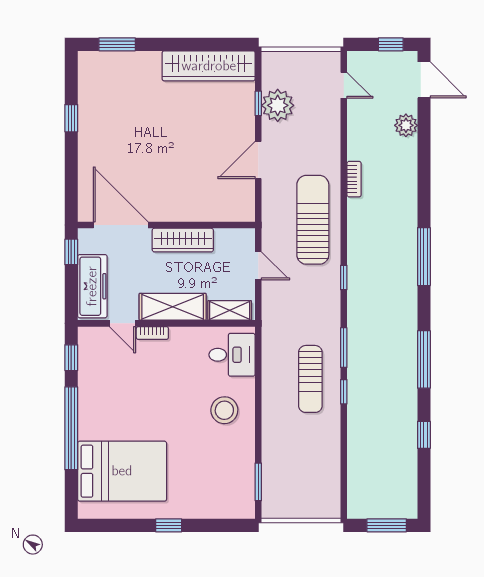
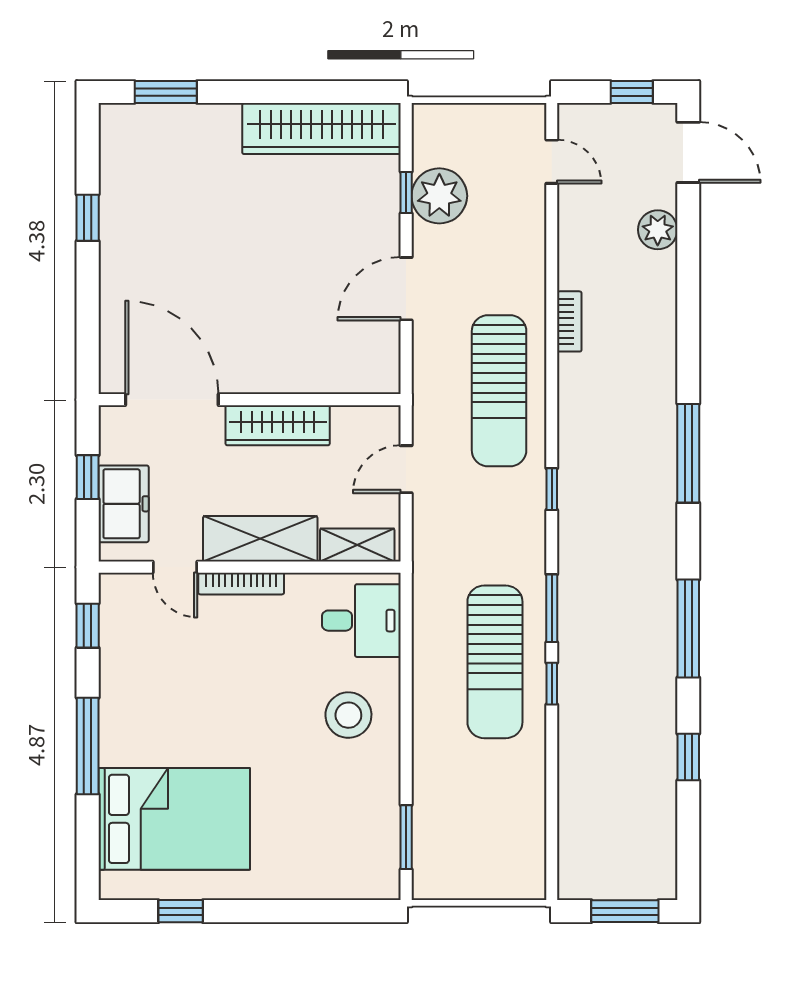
sun lounger: (313, 220) -> (499, 391), turned 180
window: (71, 252) -> (88, 477), moved
door: (258, 266) -> (406, 469), swing flipped
freezer: (92, 286) -> (124, 504), width x0.71
bookcase: (152, 333) -> (241, 584), width x1.56
sun lounger: (310, 379) -> (495, 662), width x1.36, depth x1.34
window: (71, 428) -> (88, 746), width x0.68
window: (169, 525) -> (181, 911), moved

